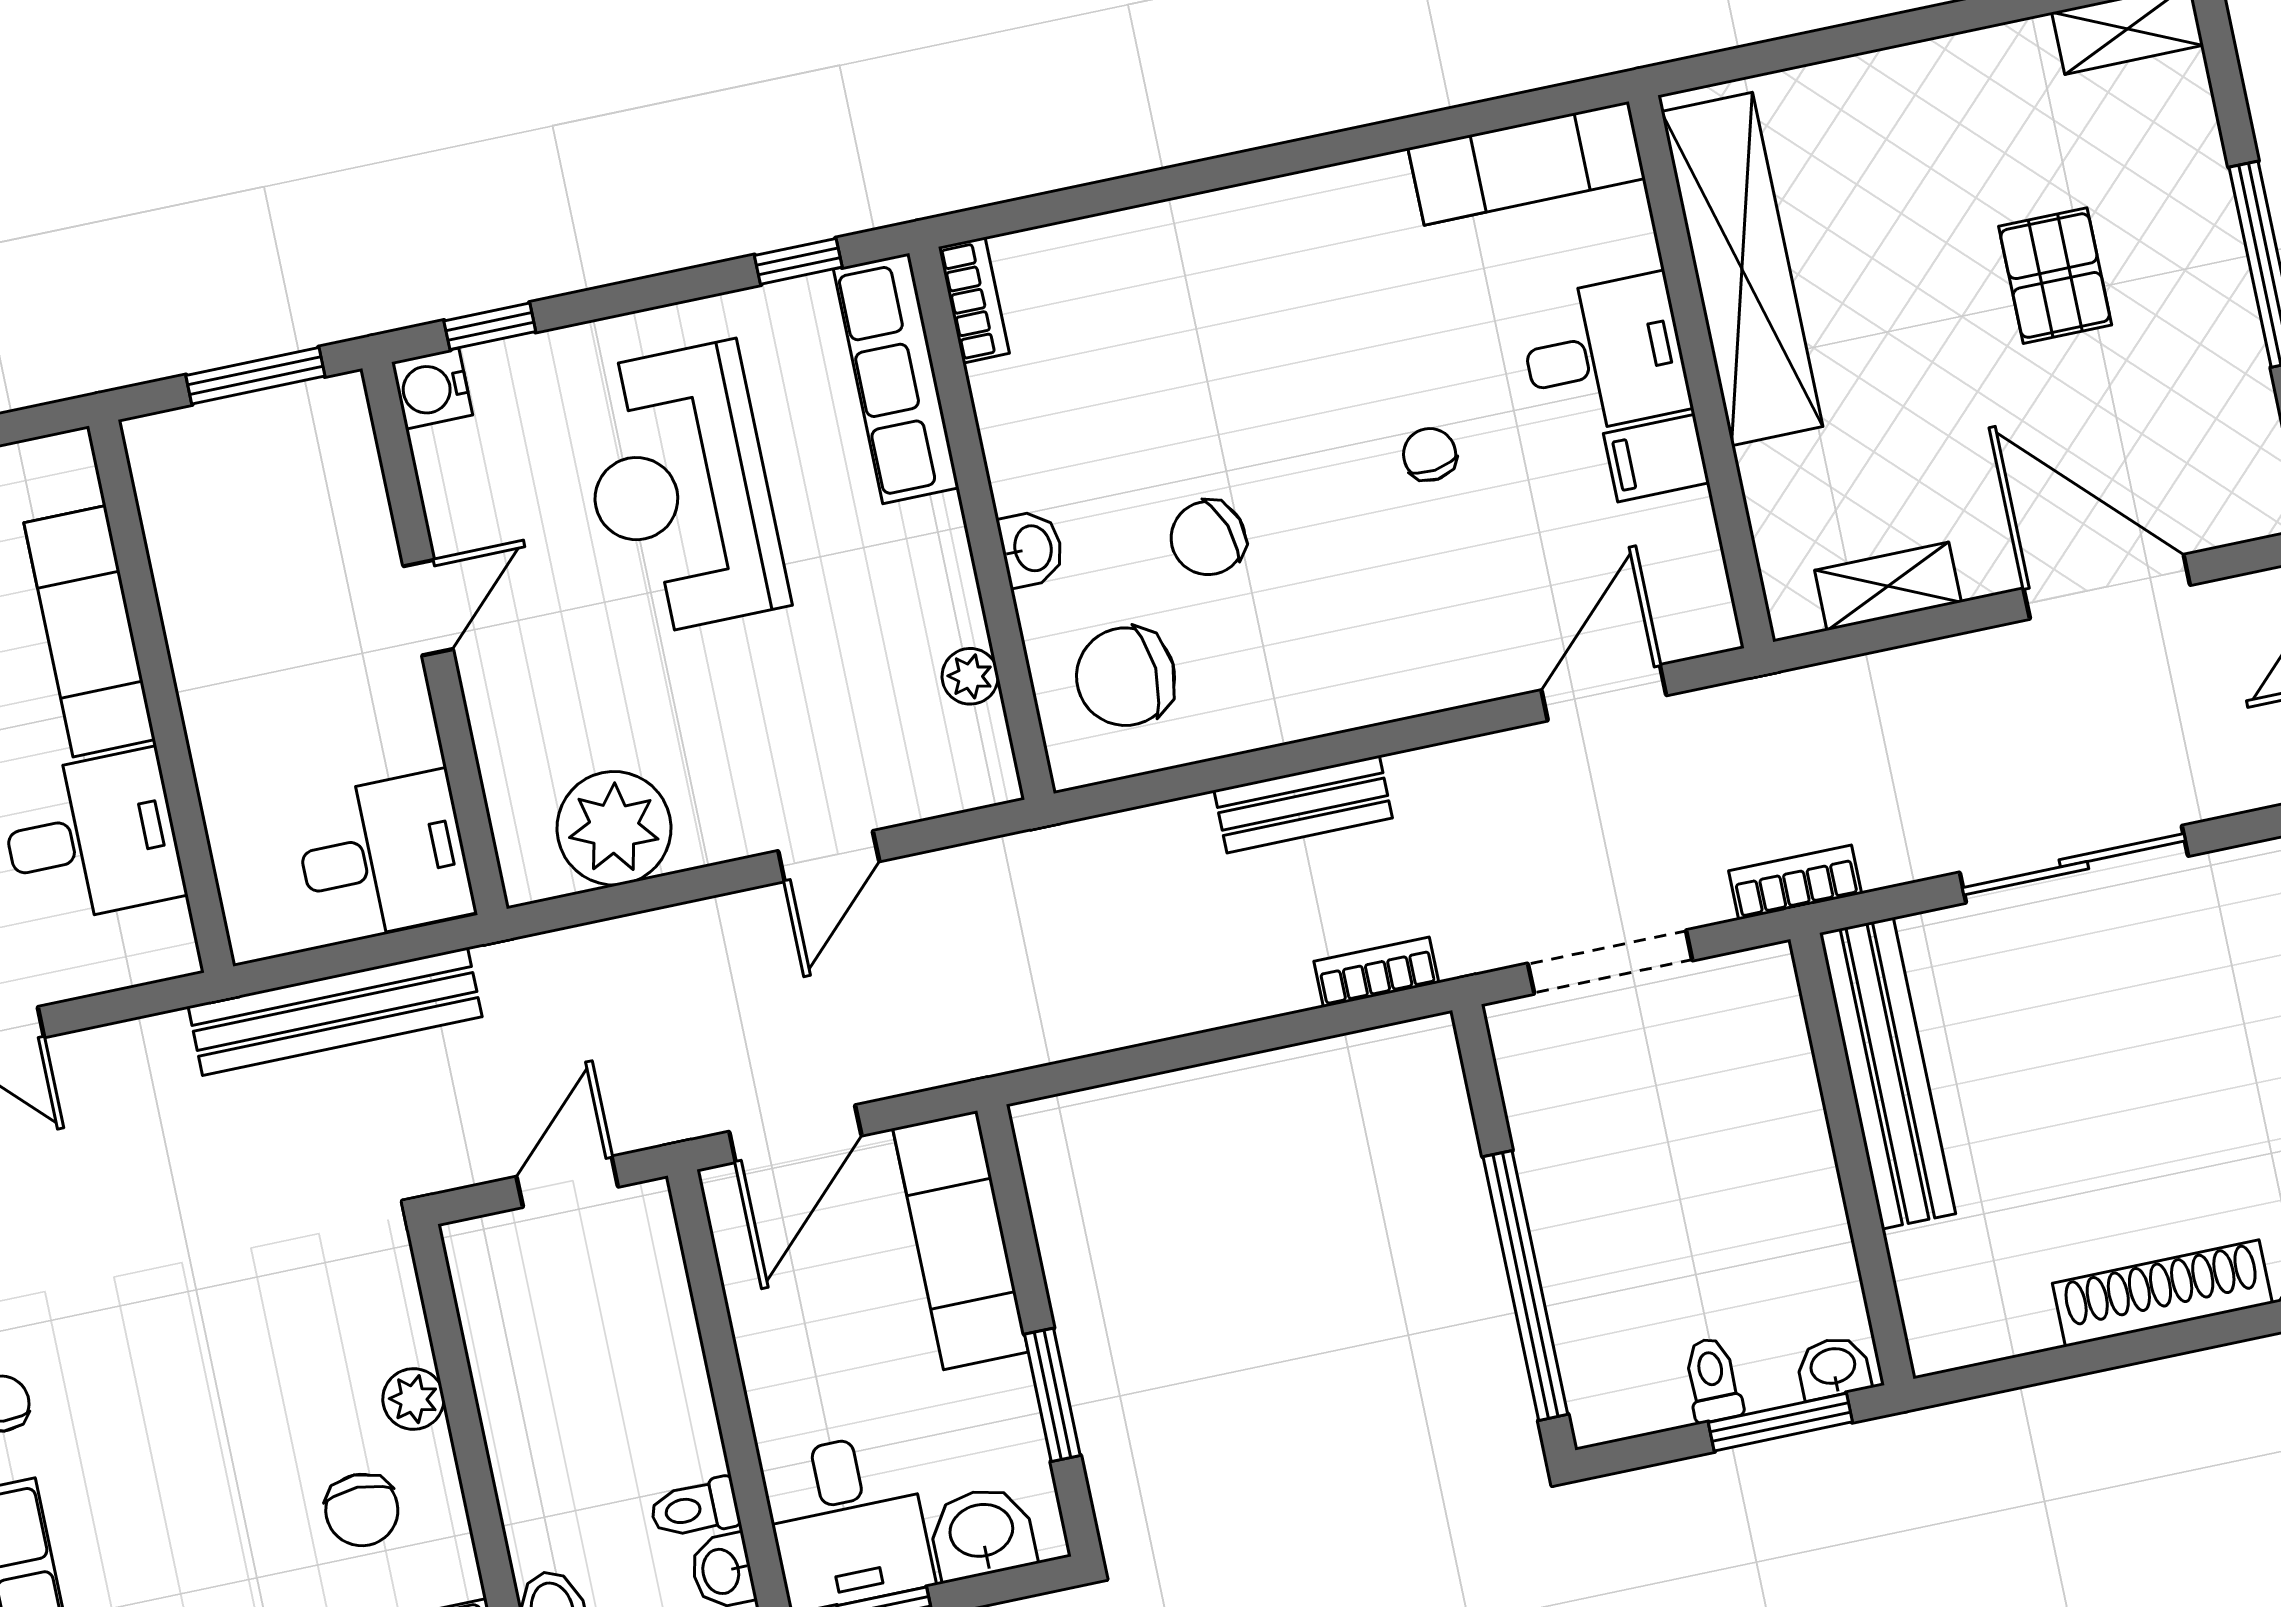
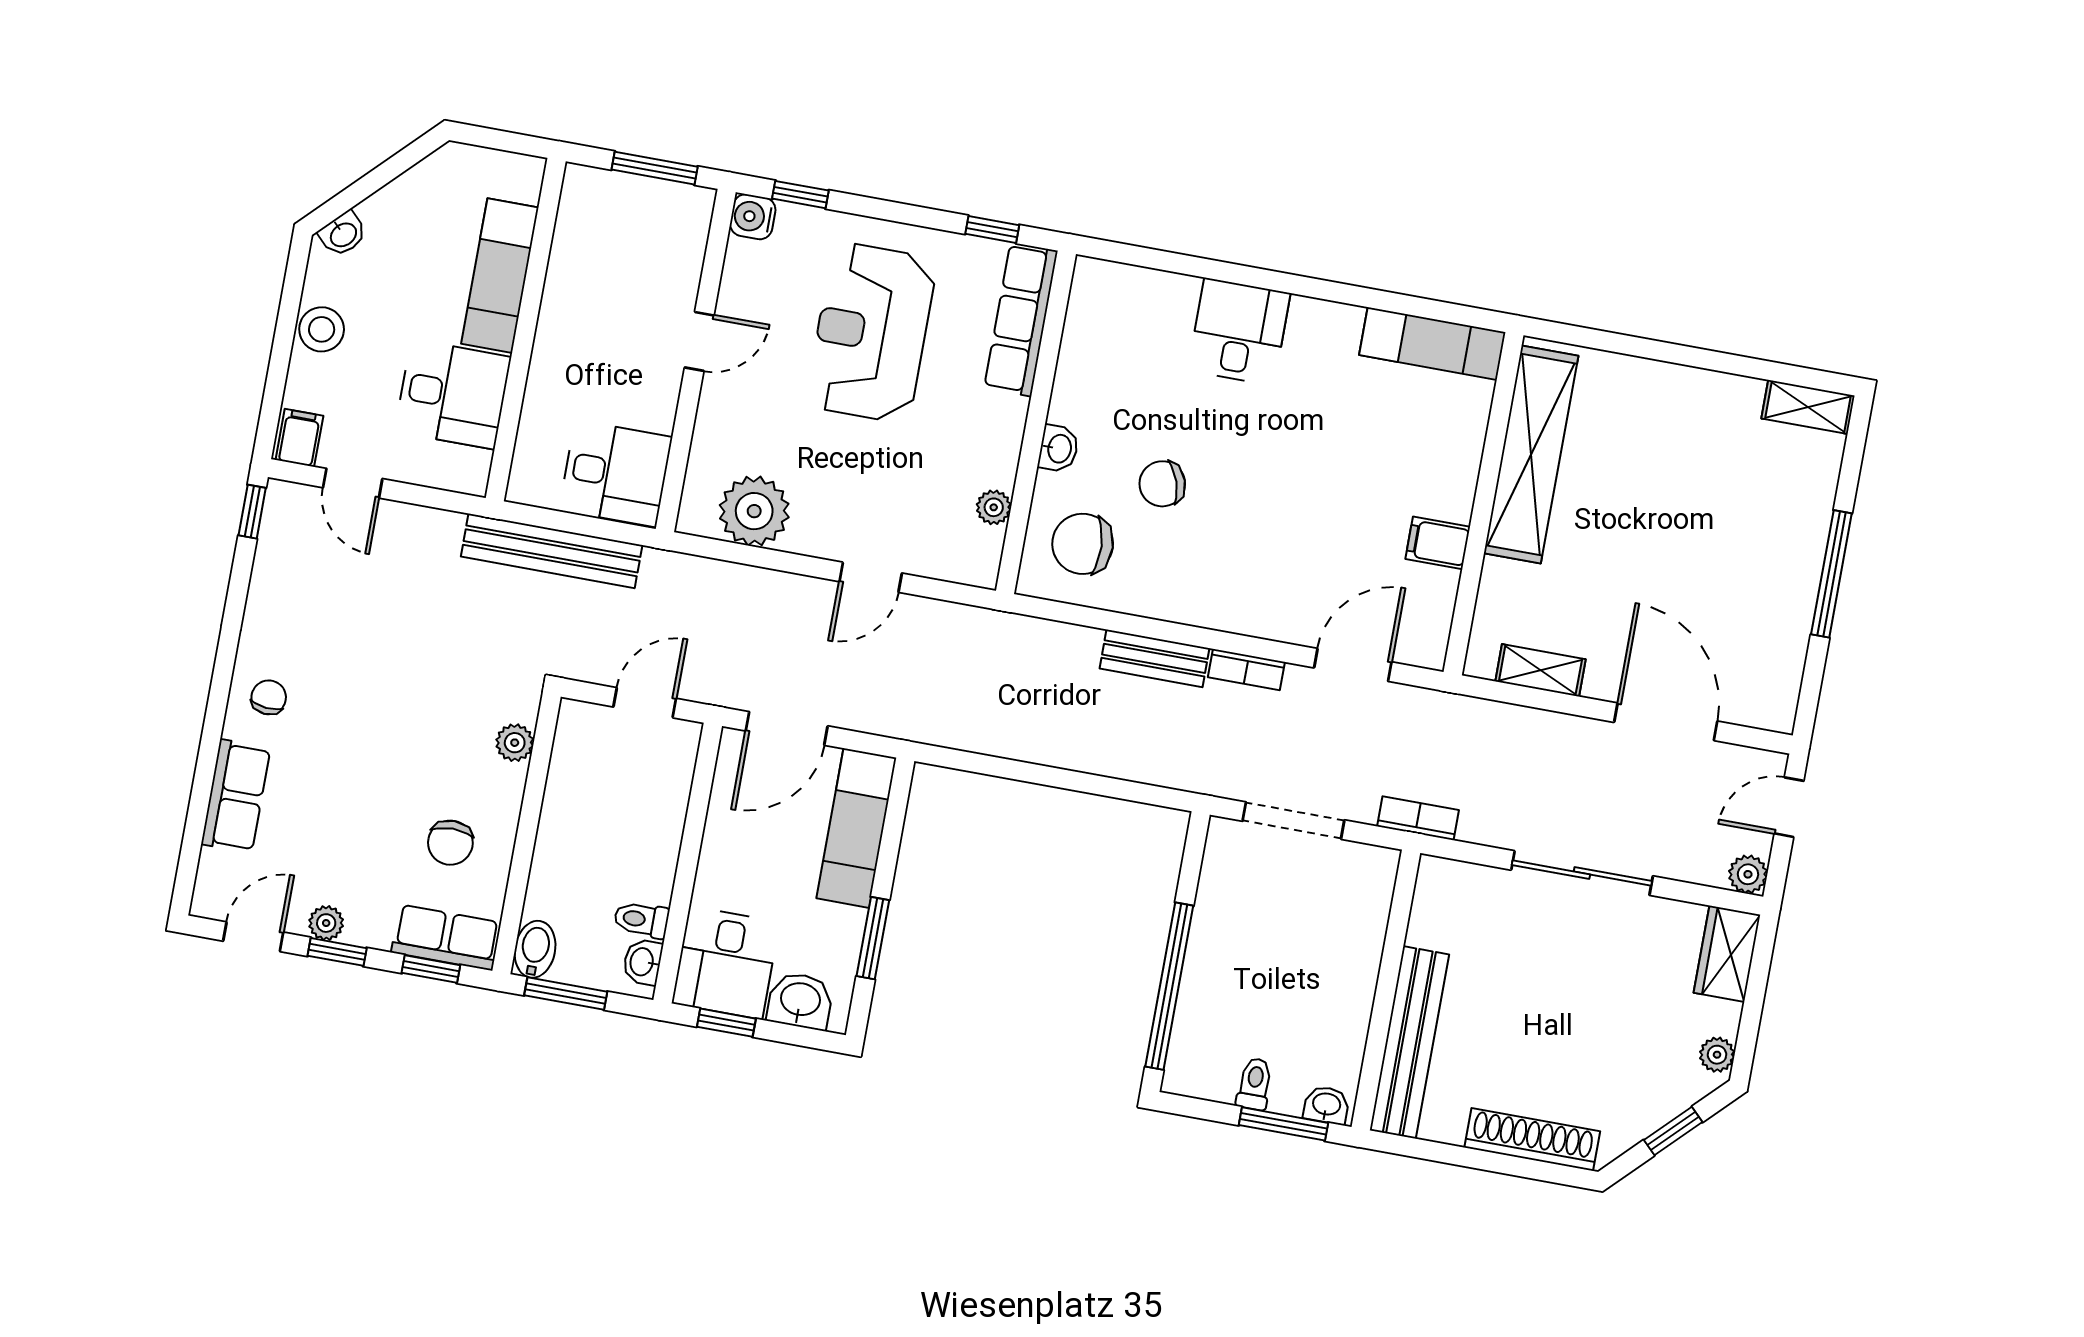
pallet: (2055, 276) -> (1709, 531), removed
bookcase: (974, 300) -> (1084, 293), removed
desk: (1604, 355) -> (1239, 332), moved, turned -90
chair: (1430, 454) -> (1309, 488), removed
bookcase: (1376, 972) -> (1246, 670), moved, turned 180
bench: (1887, 1073) -> (1409, 1042), moved
plant: (413, 1399) -> (515, 743), moved

